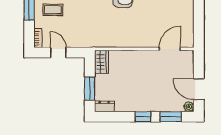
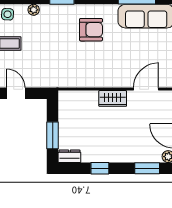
wardrobe: (101, 62) -> (113, 98), moved, turned 90
window: (143, 117) -> (100, 168), moved

